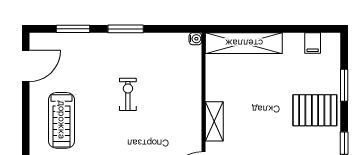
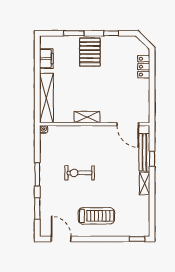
filing cabinet: (313, 43) -> (46, 59), width x2.00
exercise bike: (128, 94) -> (80, 173), width x1.38, depth x1.39
shelving: (214, 121) -> (87, 117), moved

